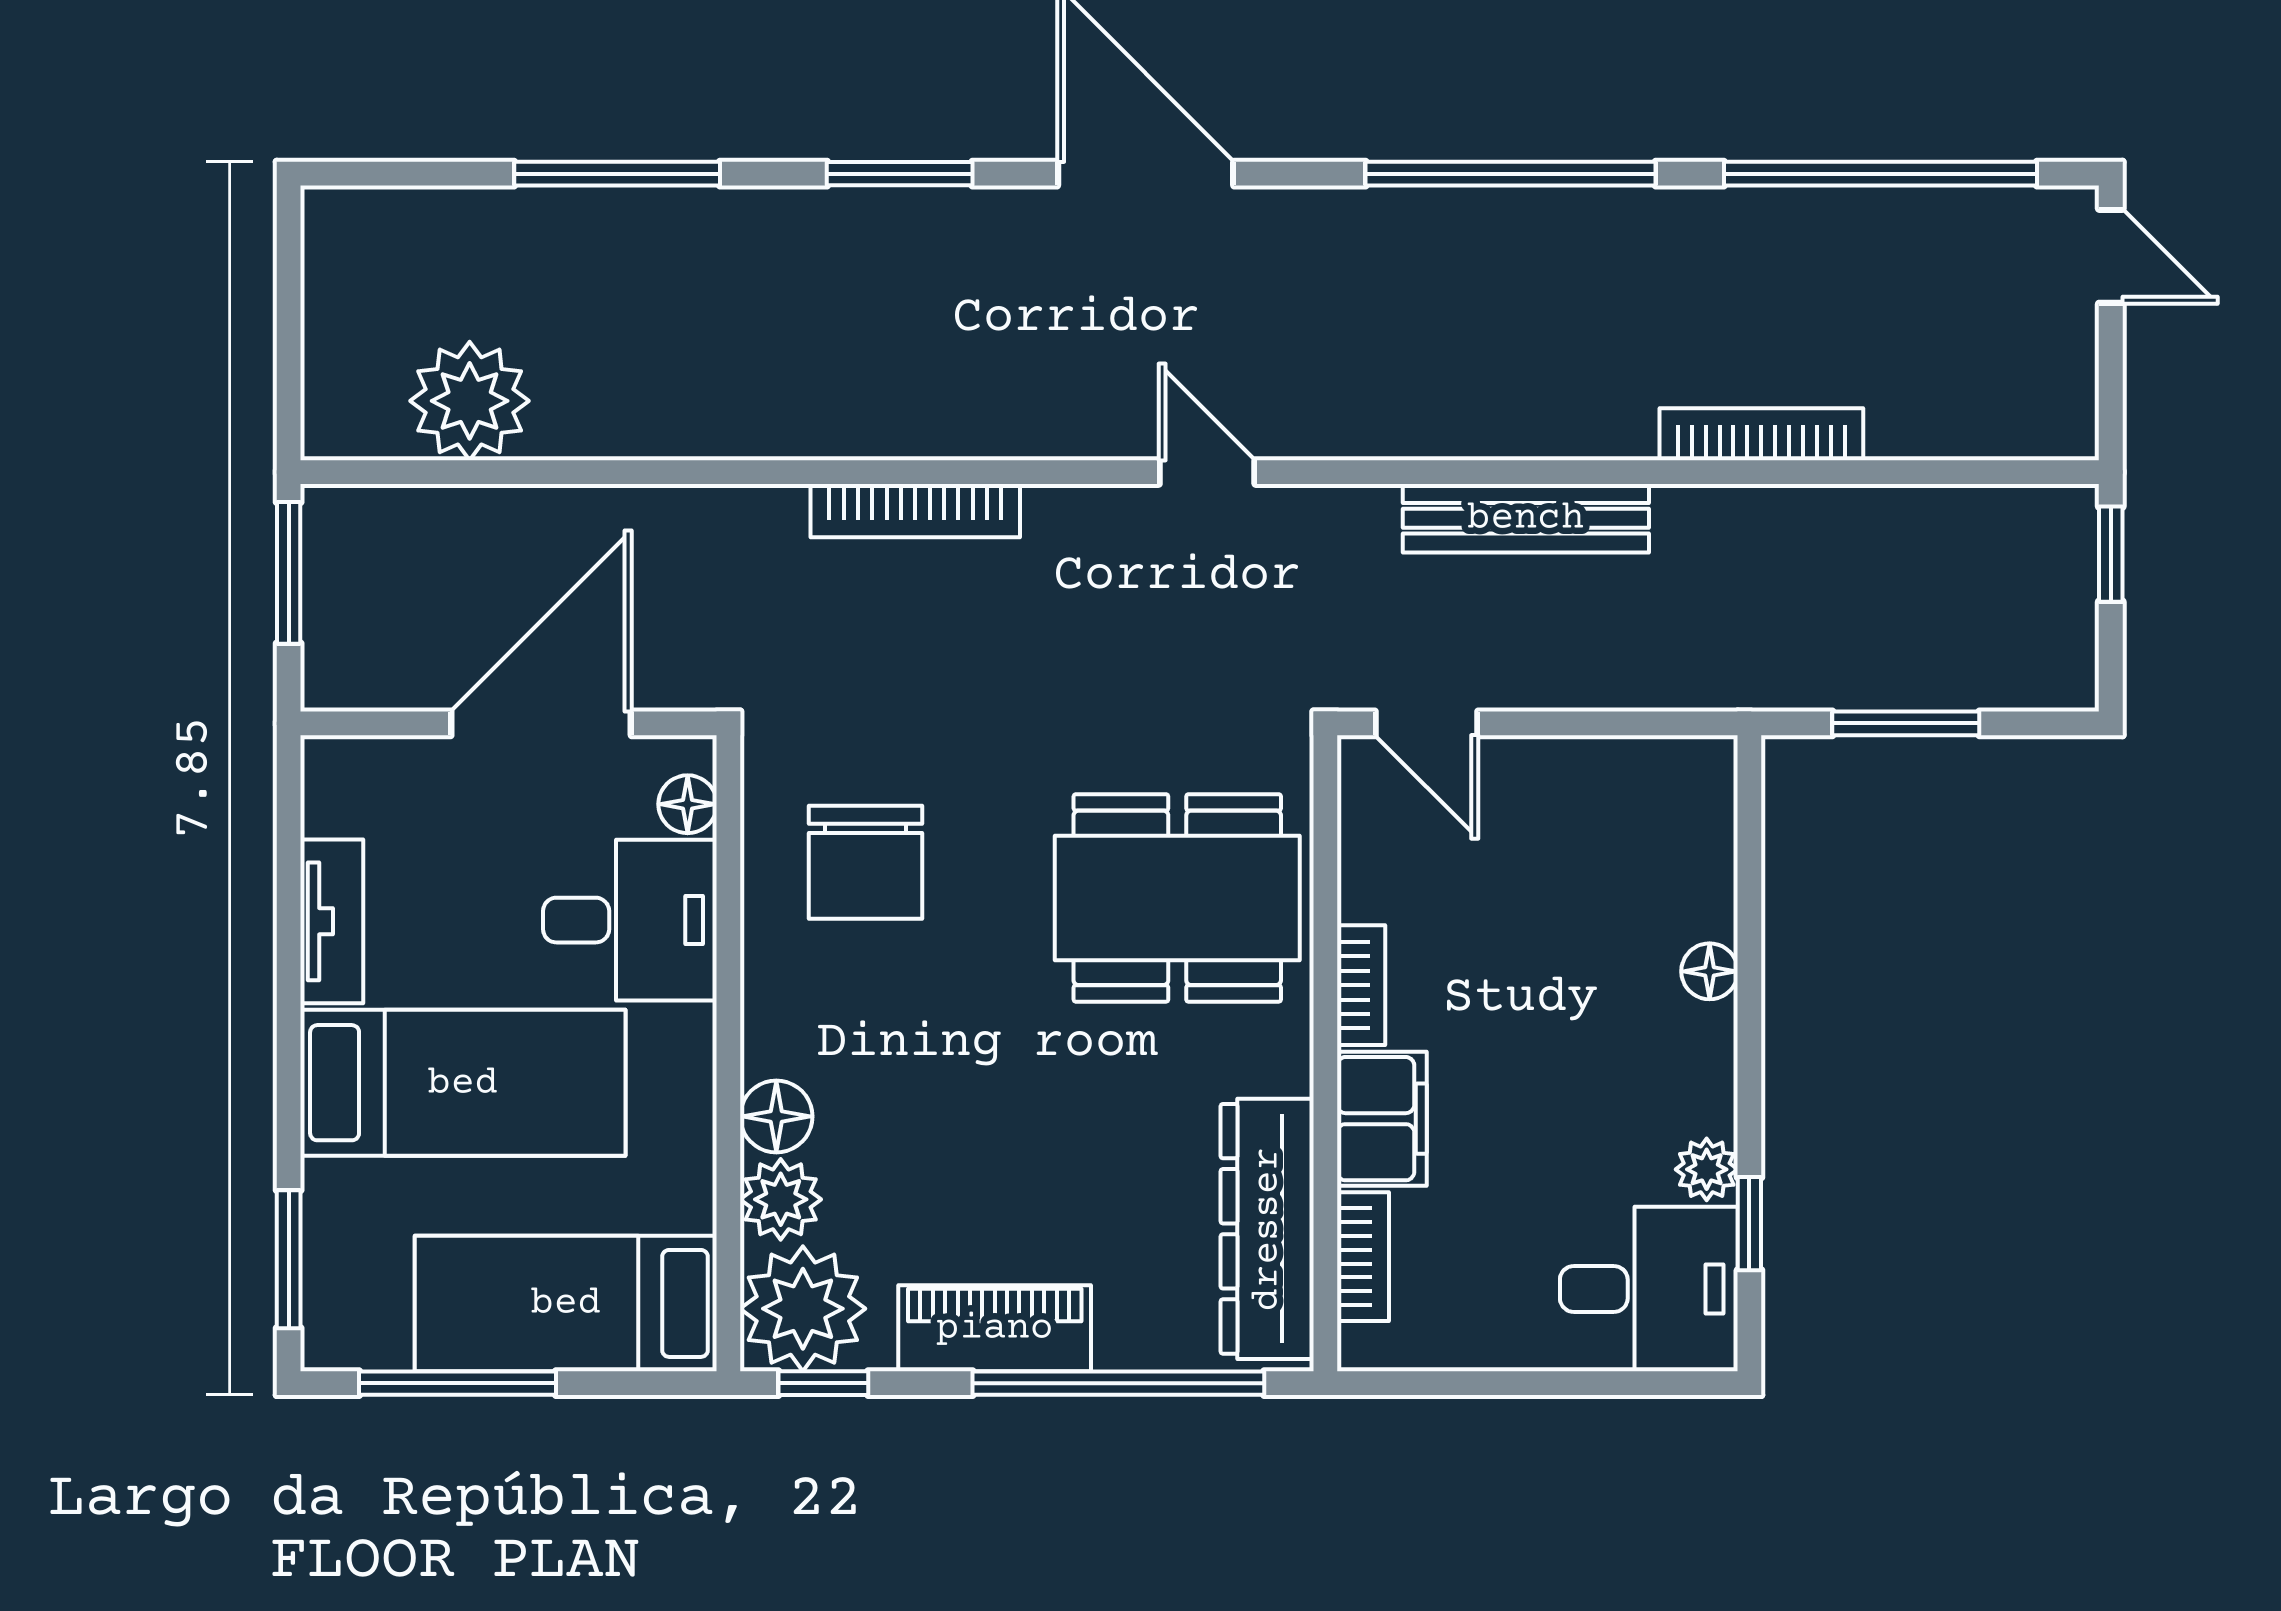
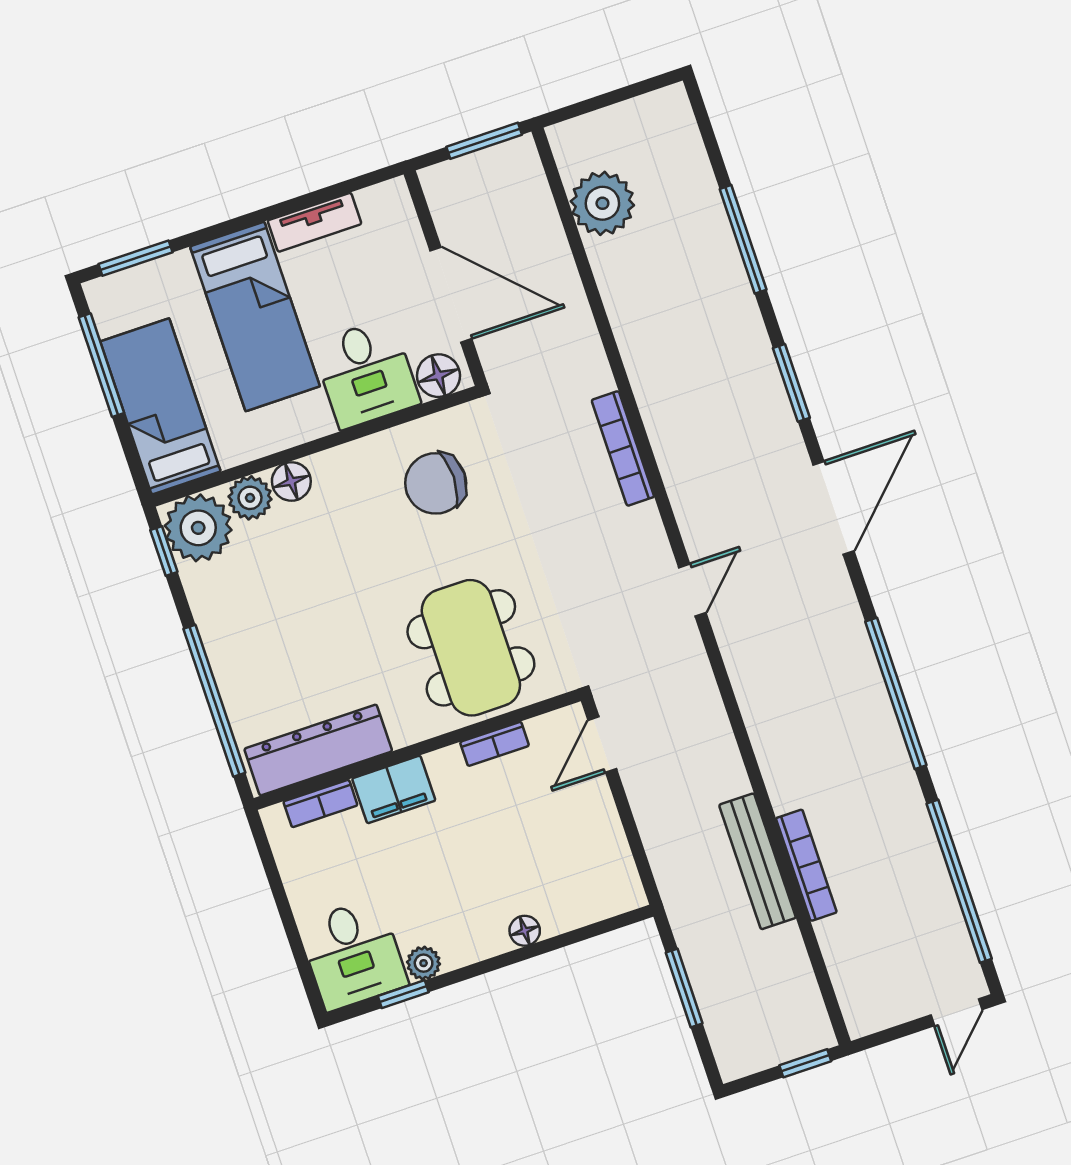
bench: (1526, 518) -> (757, 861), moved
floor lamp: (688, 804) -> (438, 376), width x1.37, depth x1.37
bookcase: (1361, 985) -> (494, 744), moved
piano: (995, 1328) -> (221, 629), removed

